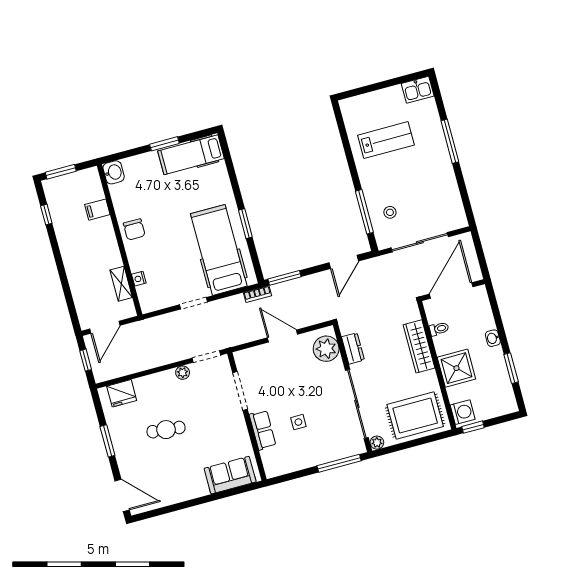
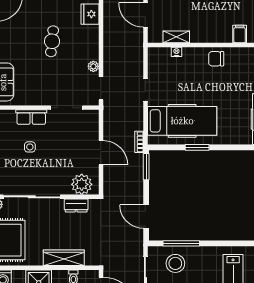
stool: (390, 212) -> (175, 263), width x1.89, depth x1.89
door: (283, 336) -> (101, 153), hinge flipped

